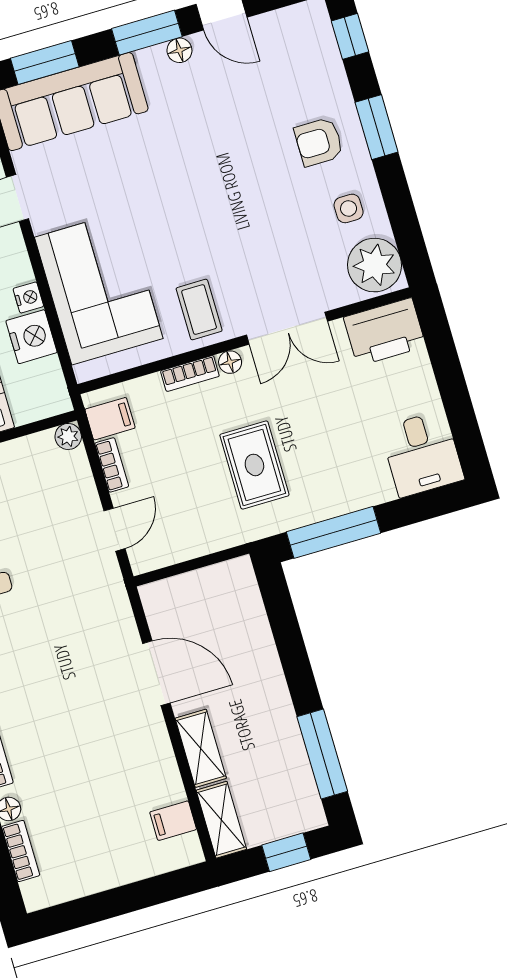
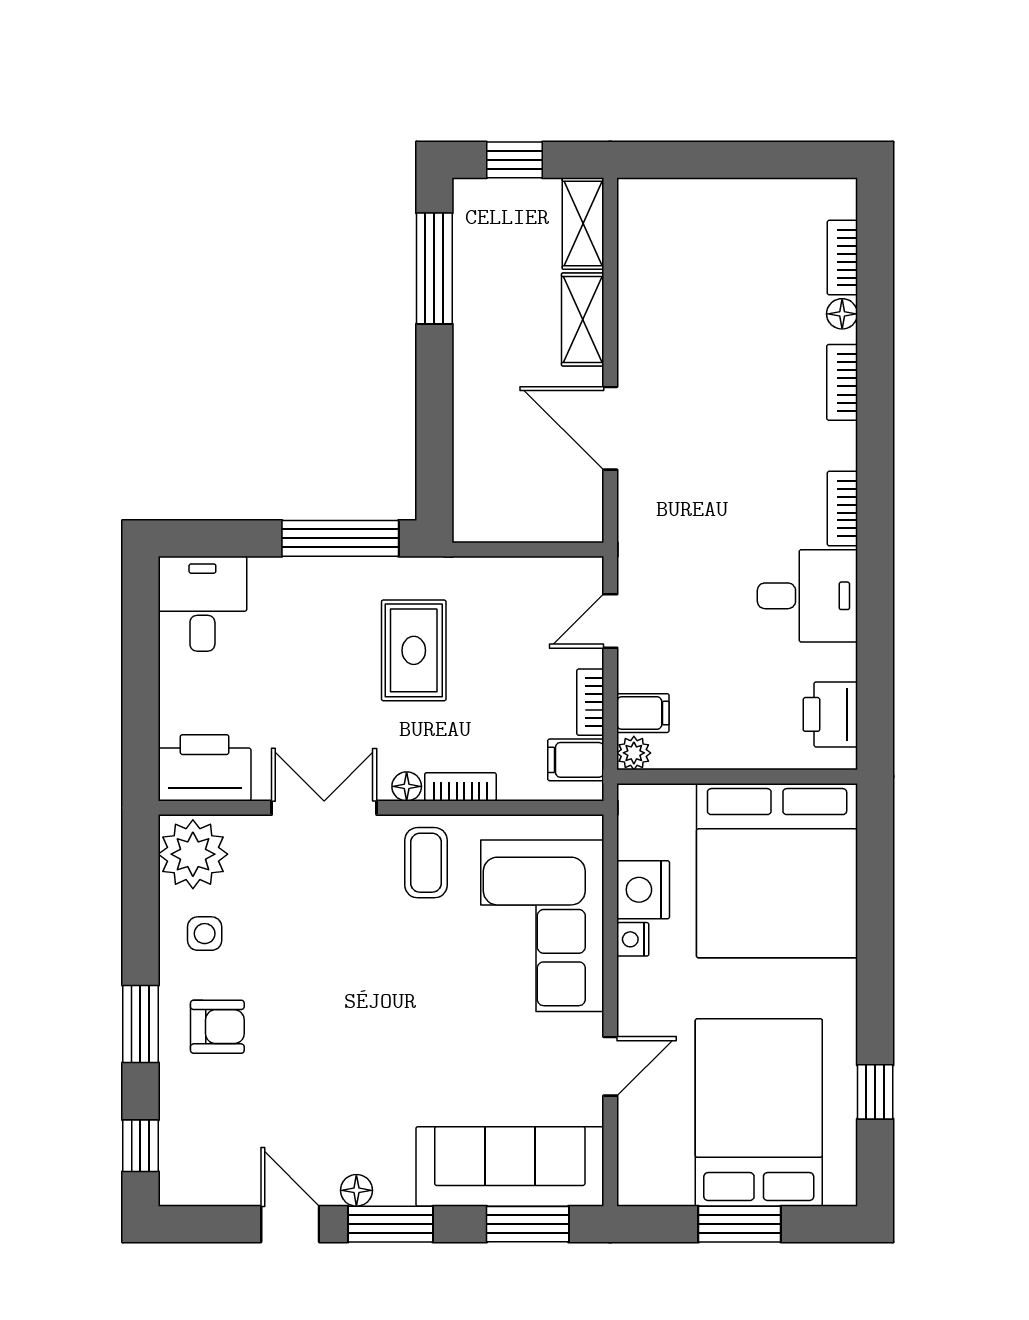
filing cabinet: (173, 821) -> (643, 713), moved

